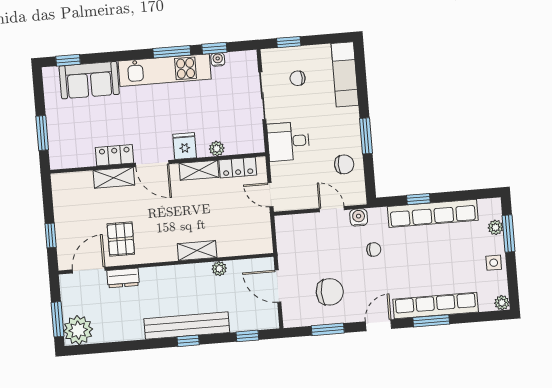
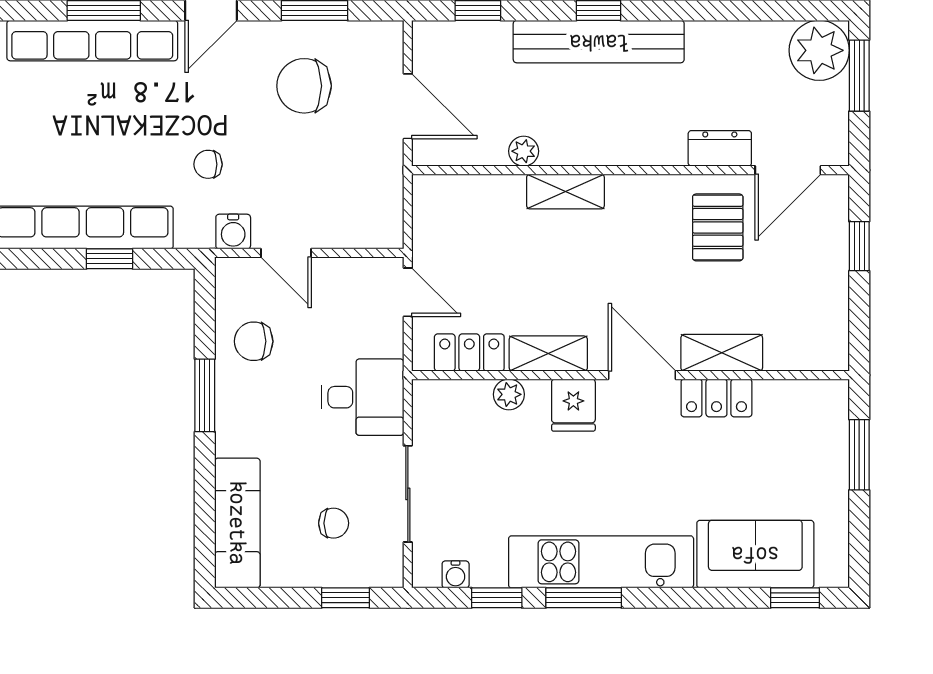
water cooler: (218, 59) -> (456, 574), moved

